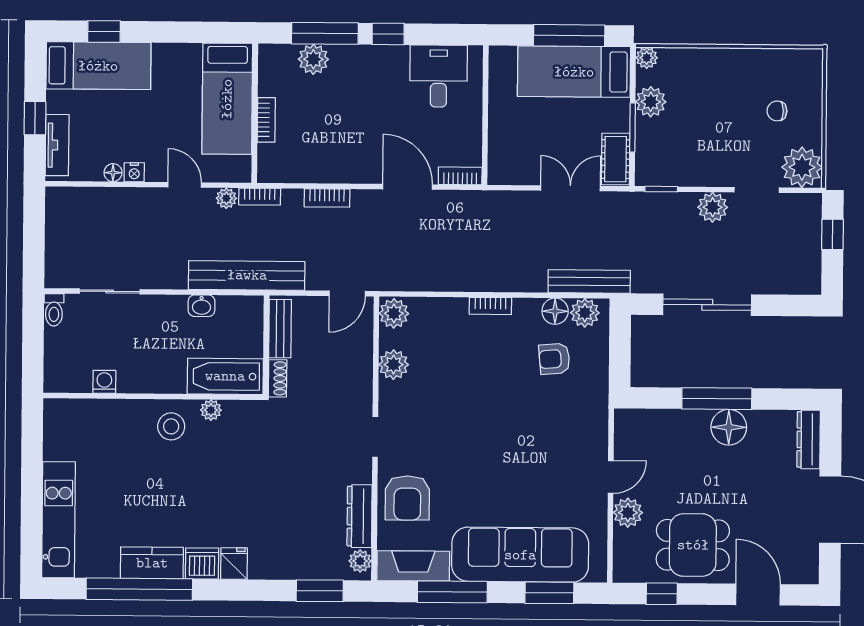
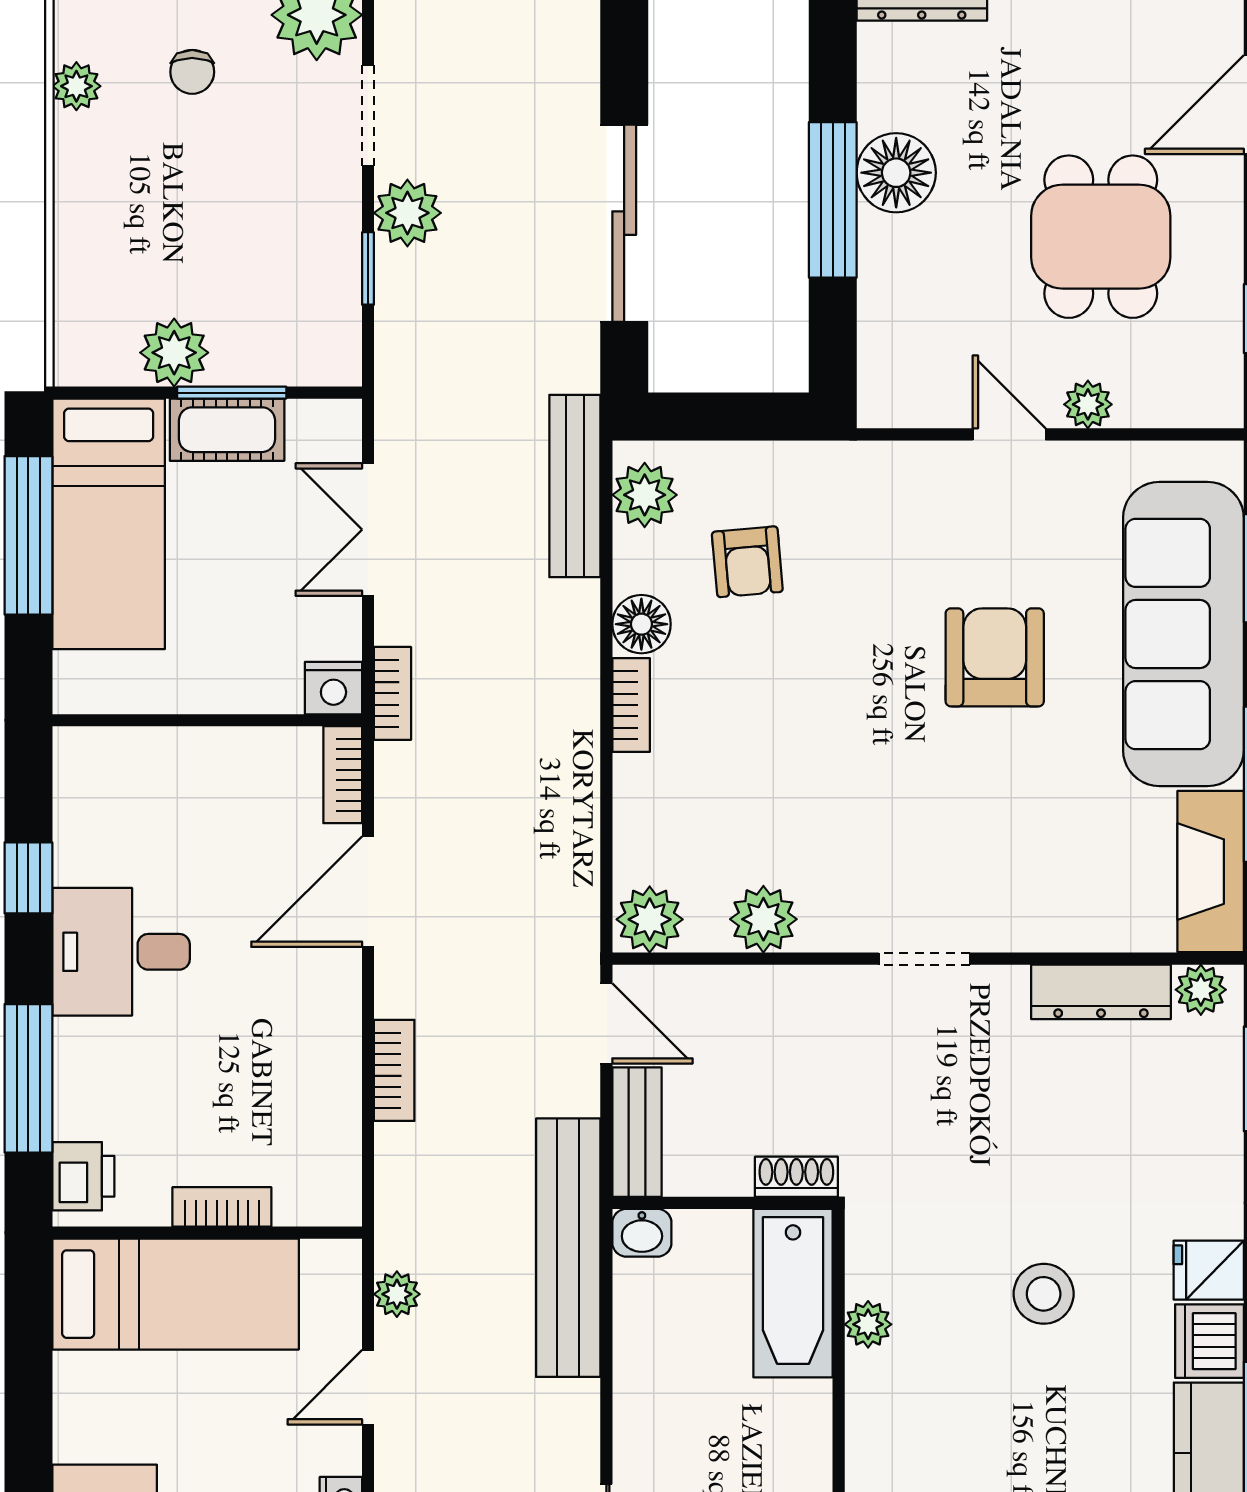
window: (388, 34) -> (28, 878), moved
printer: (281, 58) -> (83, 1176), added
plant: (647, 58) -> (76, 86), moved
plant: (313, 59) -> (86, 1103), removed
desk: (439, 76) -> (121, 952), moved
cot: (616, 159) -> (227, 430), moved
nightstand: (499, 172) -> (333, 688), added
window: (661, 189) -> (368, 268), moved
bookcase: (260, 197) -> (393, 693), moved
washbasin: (201, 306) -> (642, 1233), moved, turned 90
floor lamp: (555, 311) -> (641, 624), moved
bench: (280, 329) -> (637, 1132), moved, turned 90
stool: (171, 426) -> (1044, 1294), moved
armchair: (407, 498) -> (995, 657), moved, turned -90
plant: (628, 513) -> (1088, 404), width x0.73, depth x0.73
dining table: (693, 545) -> (1101, 237), moved

